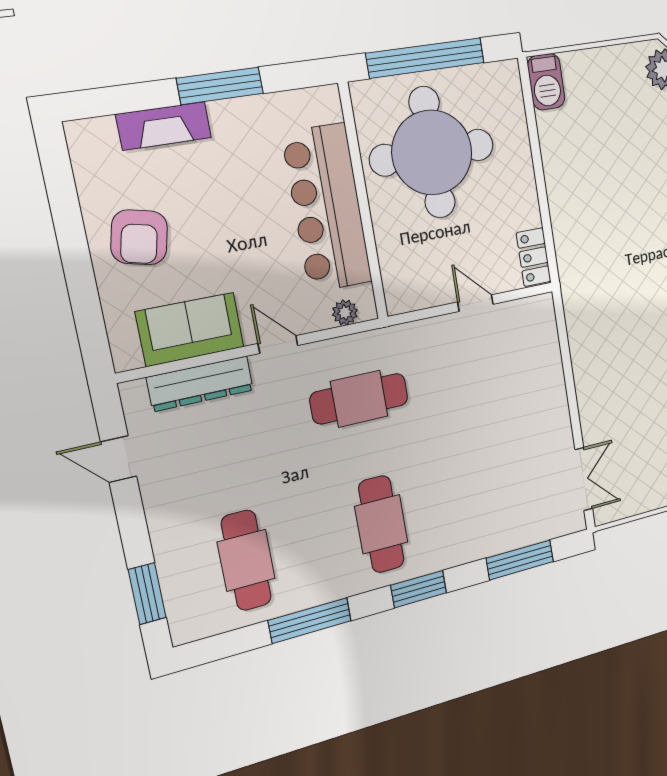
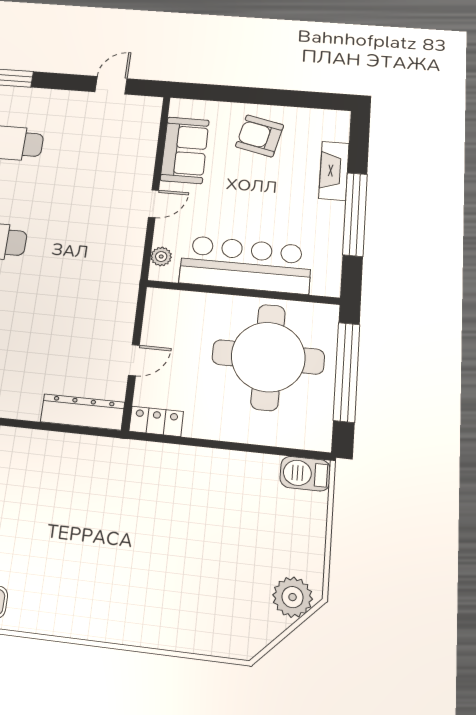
window: (220, 86) -> (355, 214), width x1.46
dresser: (200, 384) -> (83, 412), moved, turned 90
cafe table: (359, 399) -> (91, 250), removed

